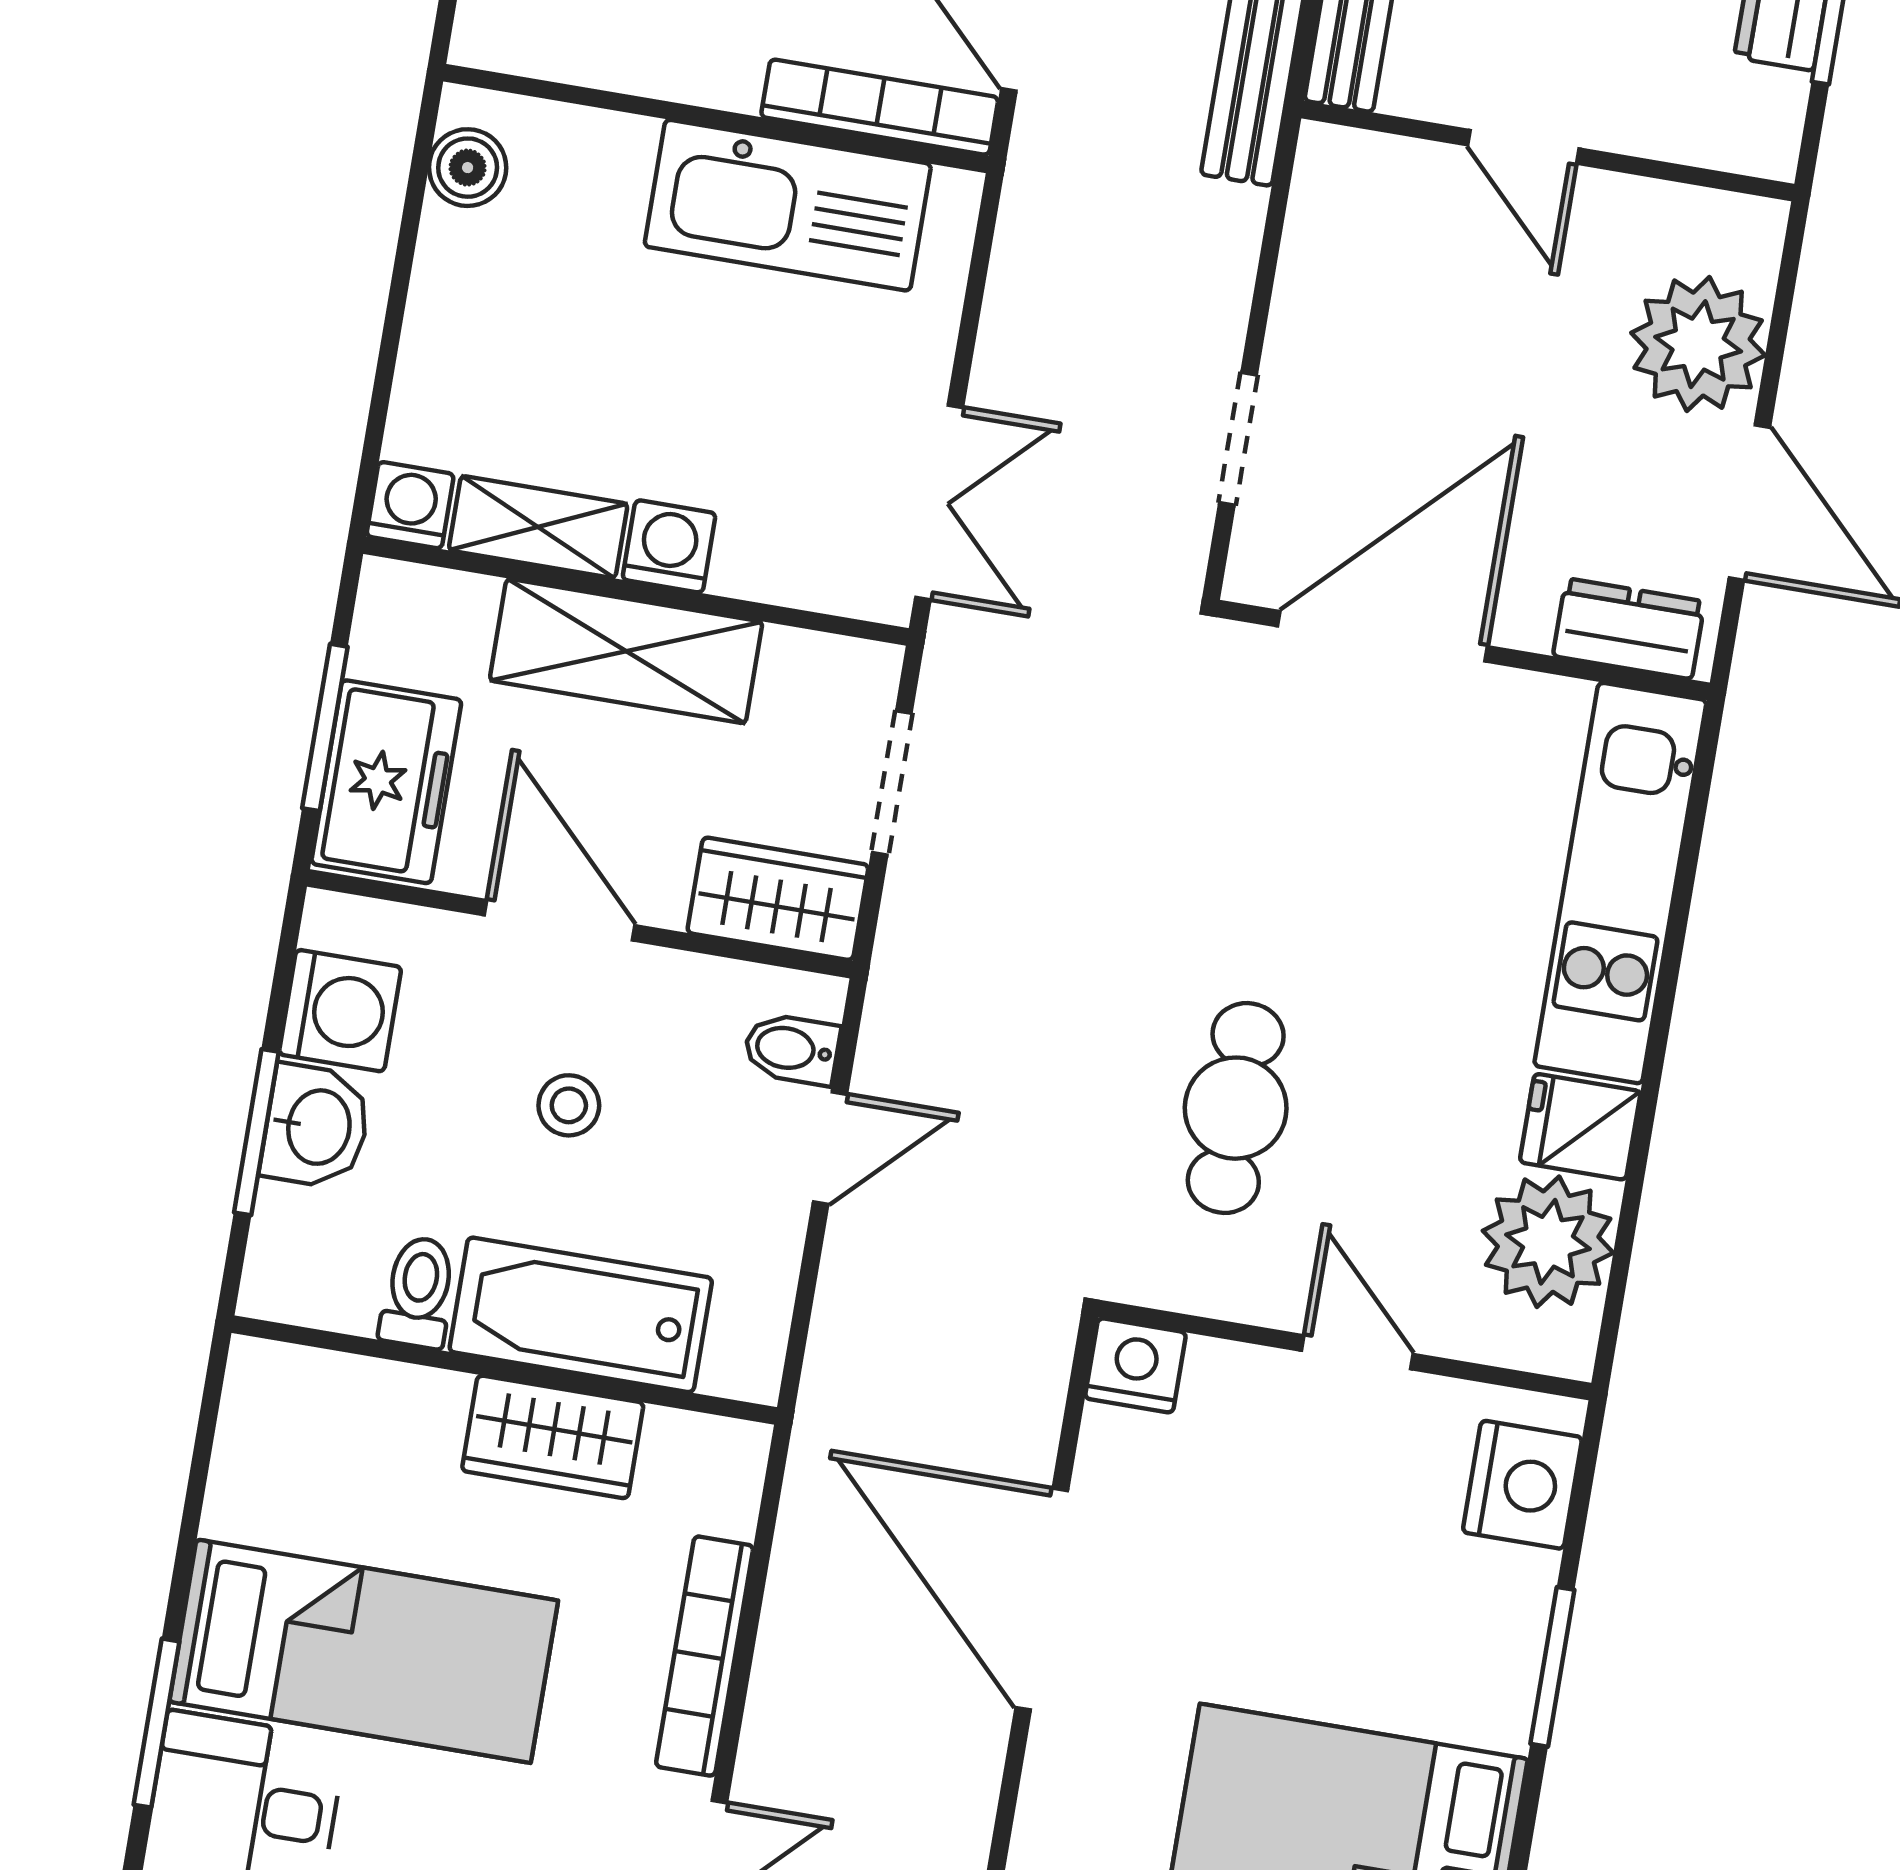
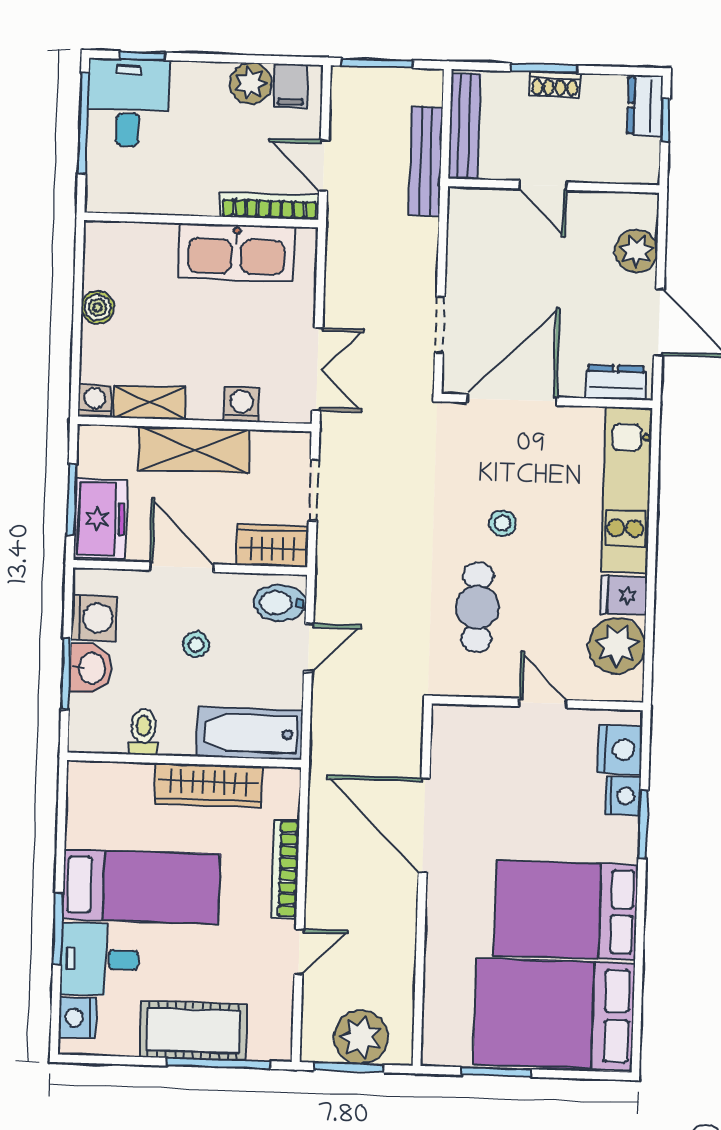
boiler: (468, 168) -> (98, 307), moved
plant: (1698, 344) -> (636, 251), width x0.73, depth x0.73
washing machine: (669, 546) -> (242, 404), moved
stool: (1321, 920) -> (503, 523), added
bidet: (792, 1049) -> (280, 603), width x1.38, depth x1.36
bathtub: (581, 1315) -> (249, 733), moved
nightstand: (1136, 1365) -> (623, 796), moved, turned 90
wardrobe: (553, 1437) -> (208, 785), width x1.50

